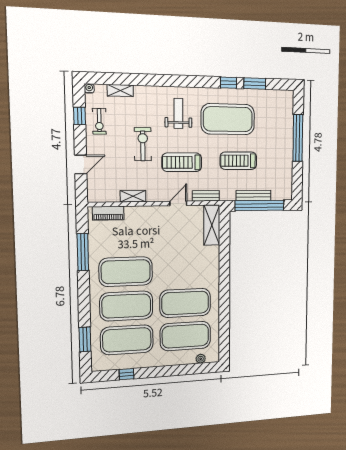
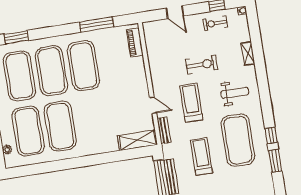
shelving: (120, 90) -> (248, 54), moved
shelving: (133, 196) -> (153, 62), removed

